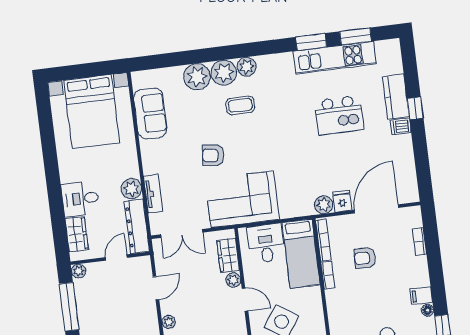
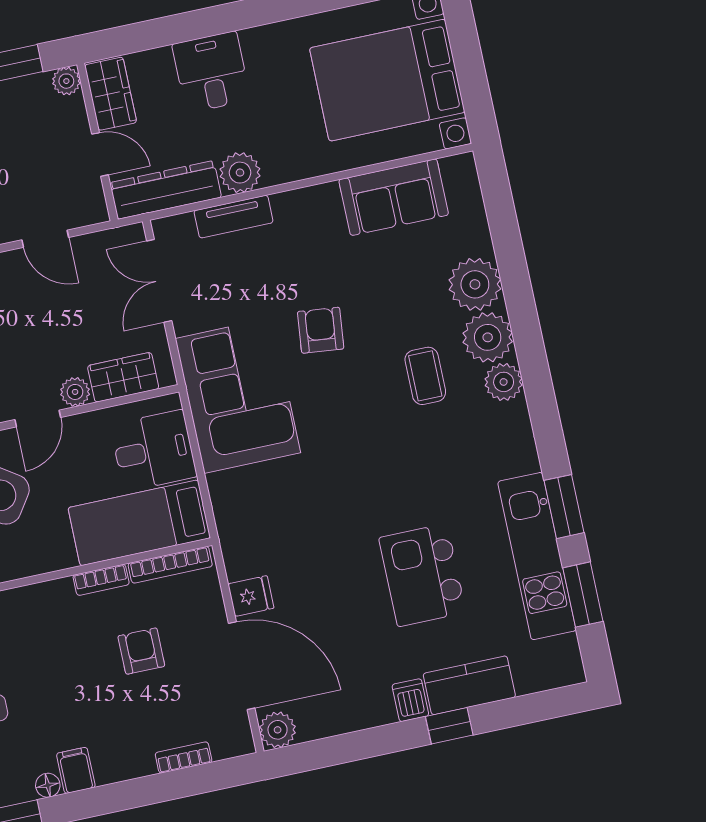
plant: (324, 205) -> (278, 730), moved
wardrobe: (77, 234) -> (111, 94), moved, turned -90

